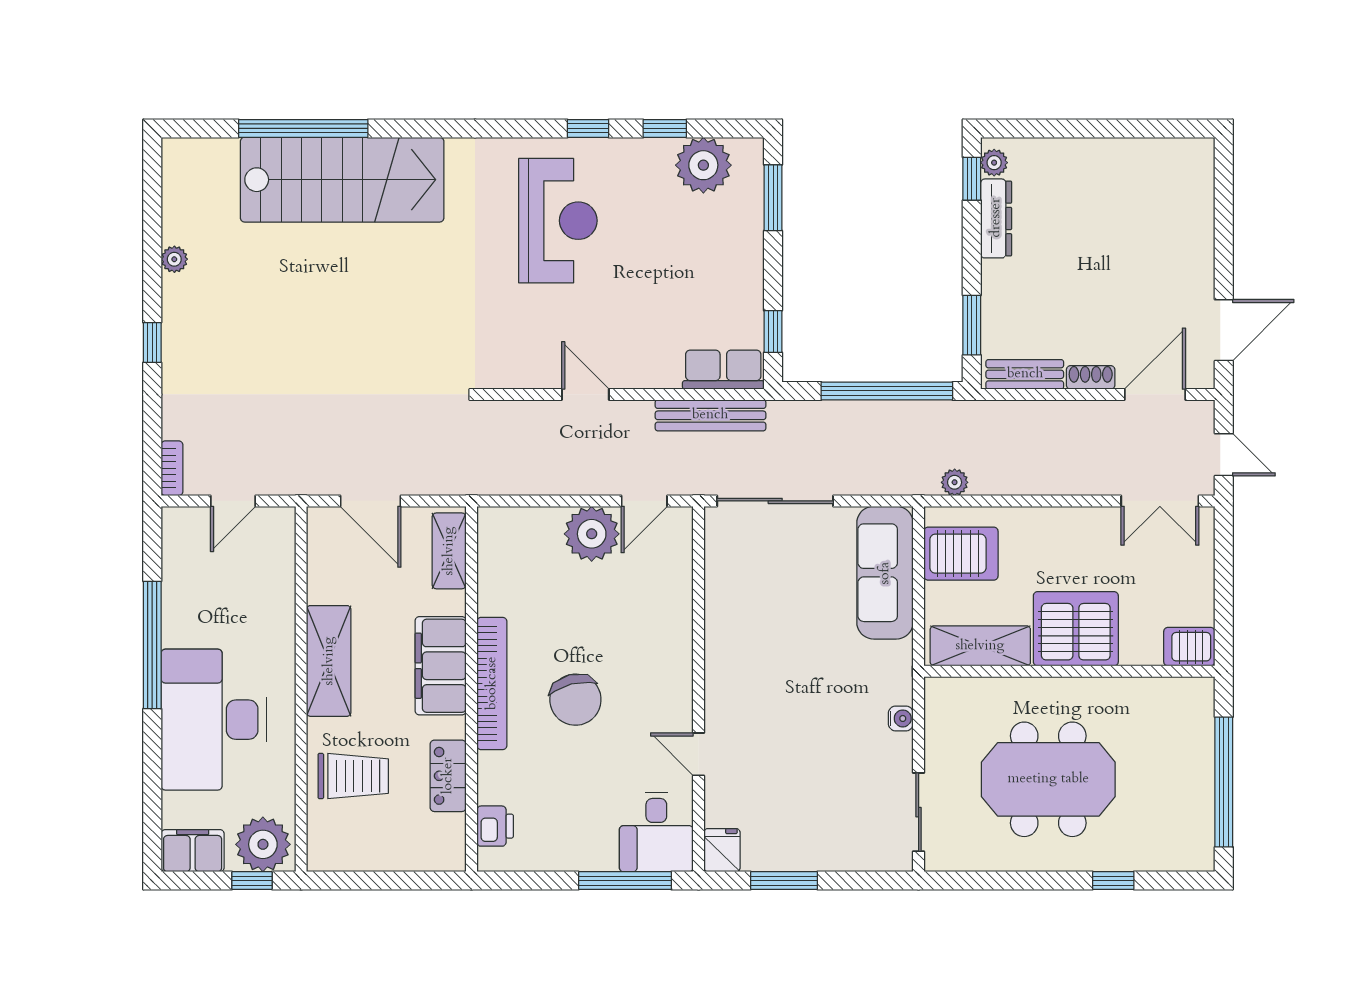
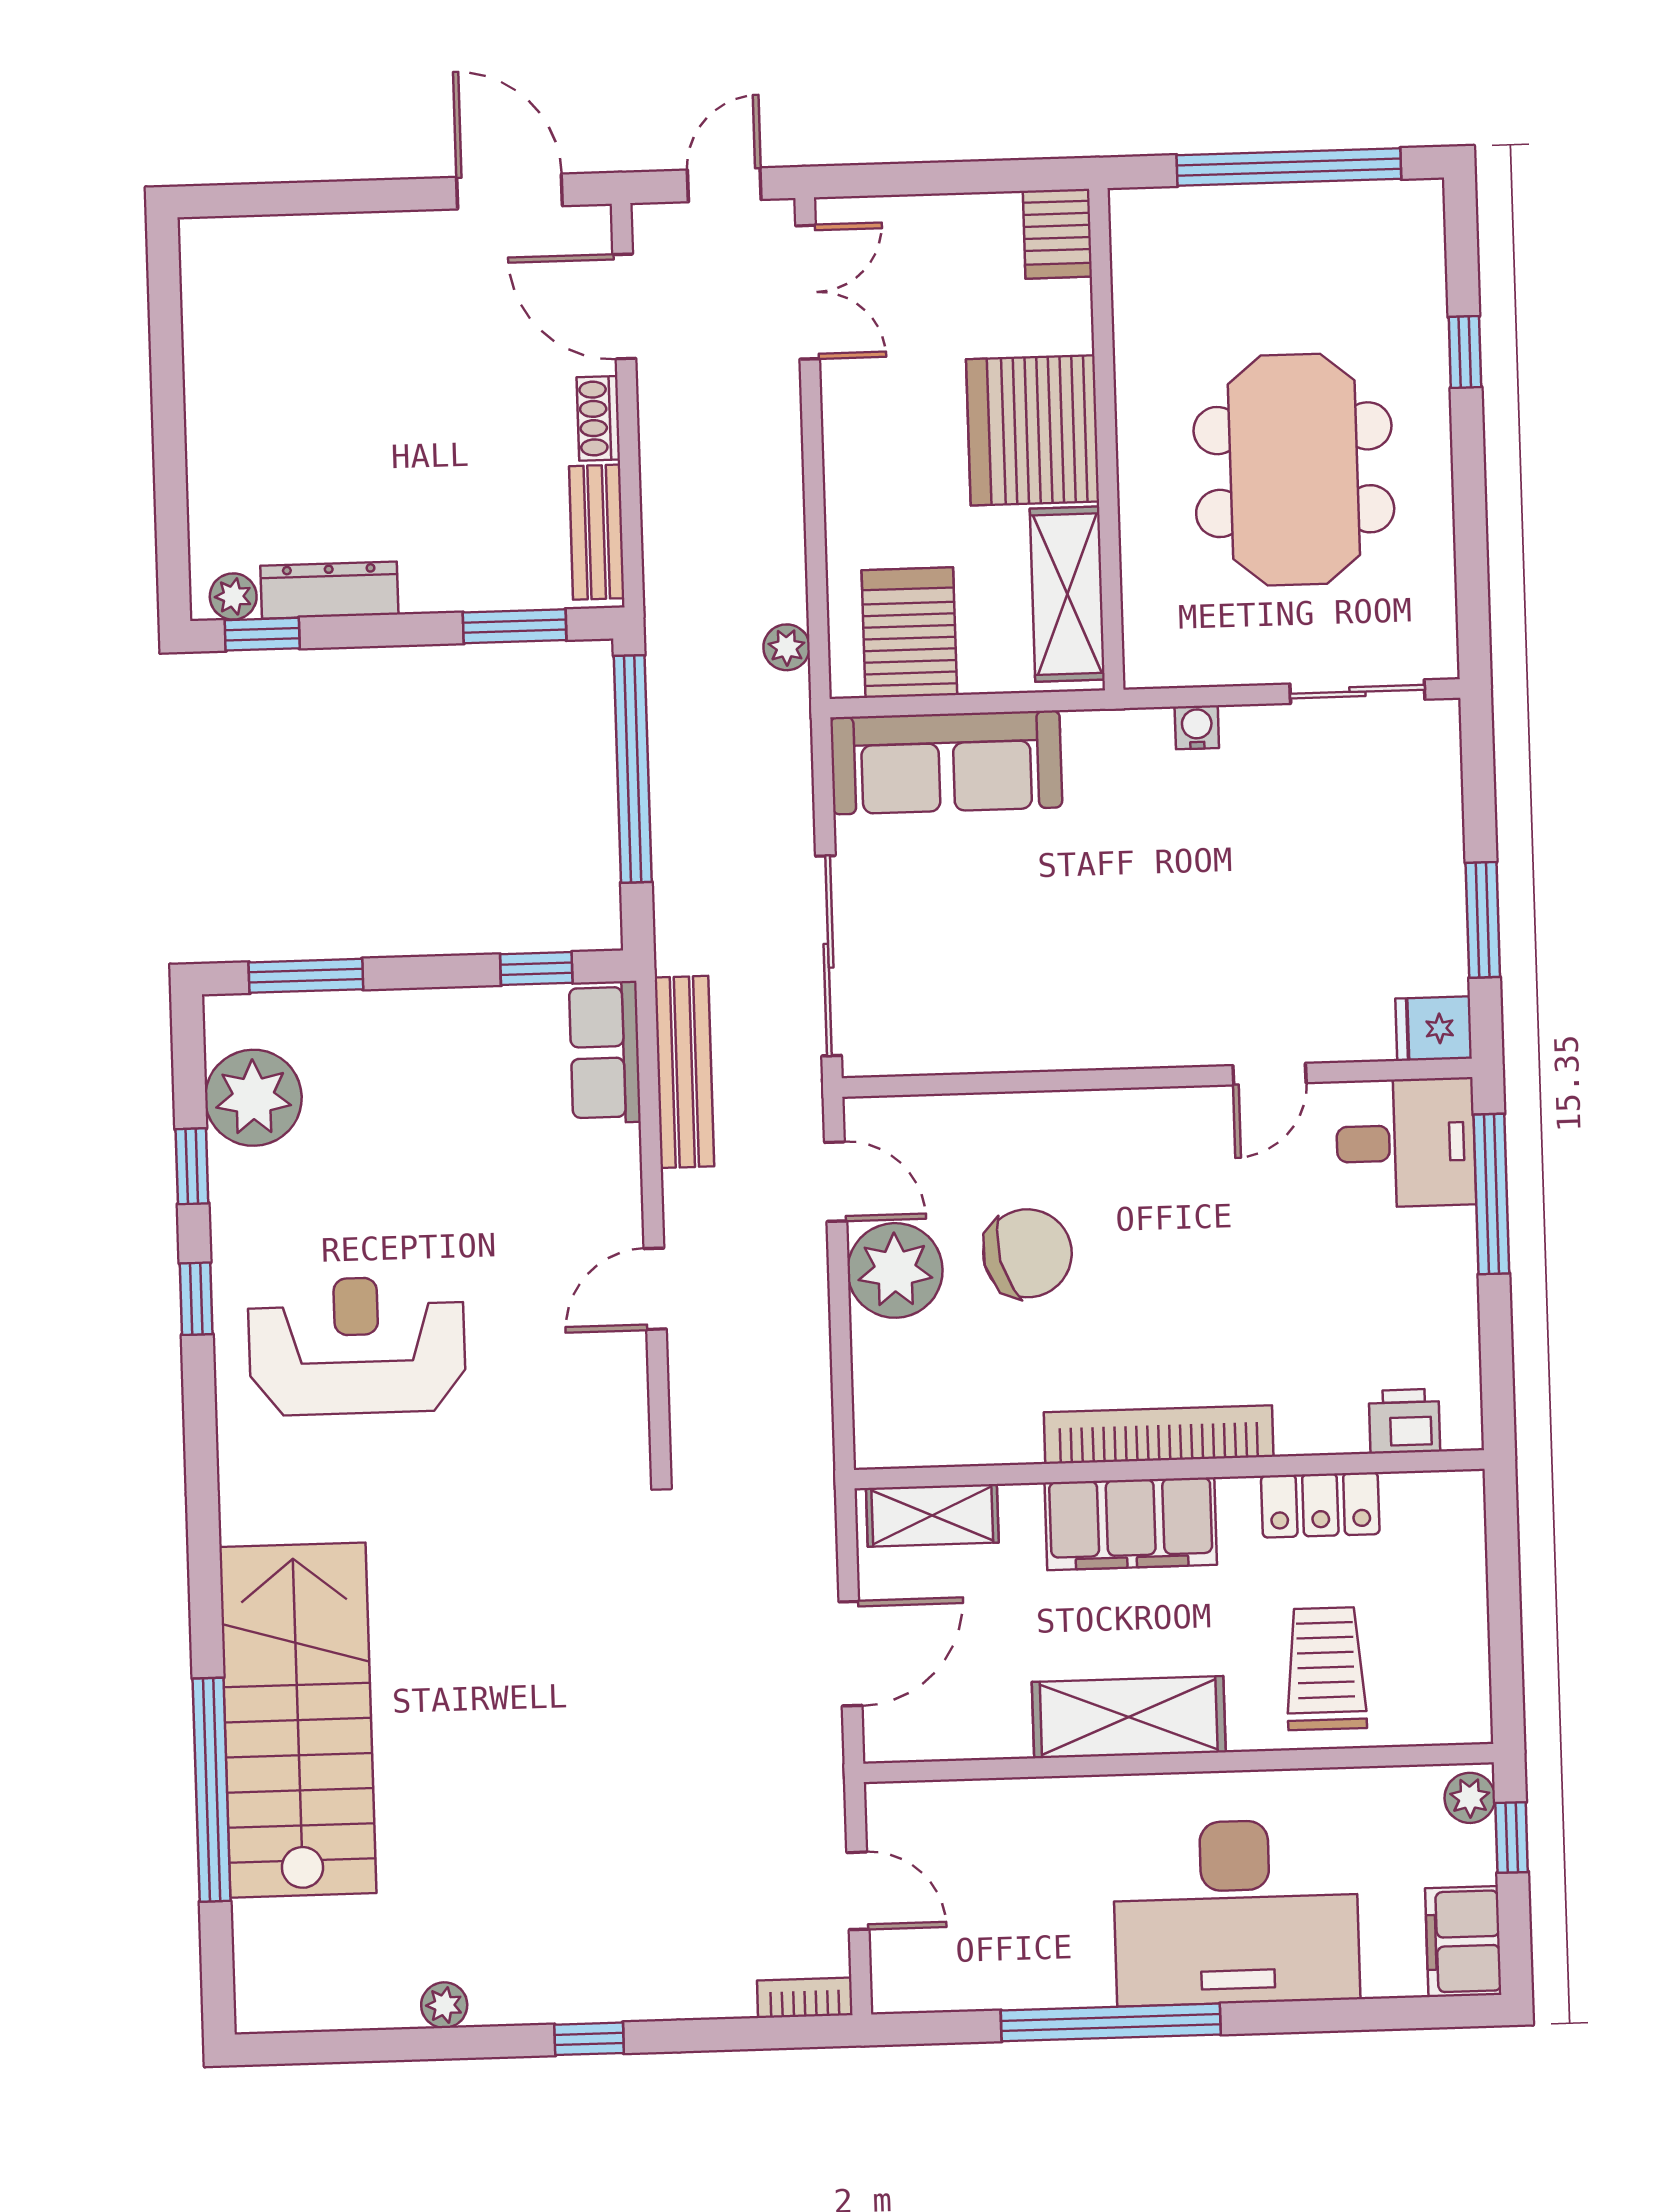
chair: (575, 700) -> (1027, 1253), moved
plant: (263, 844) -> (1470, 1798), width x0.53, depth x0.53

